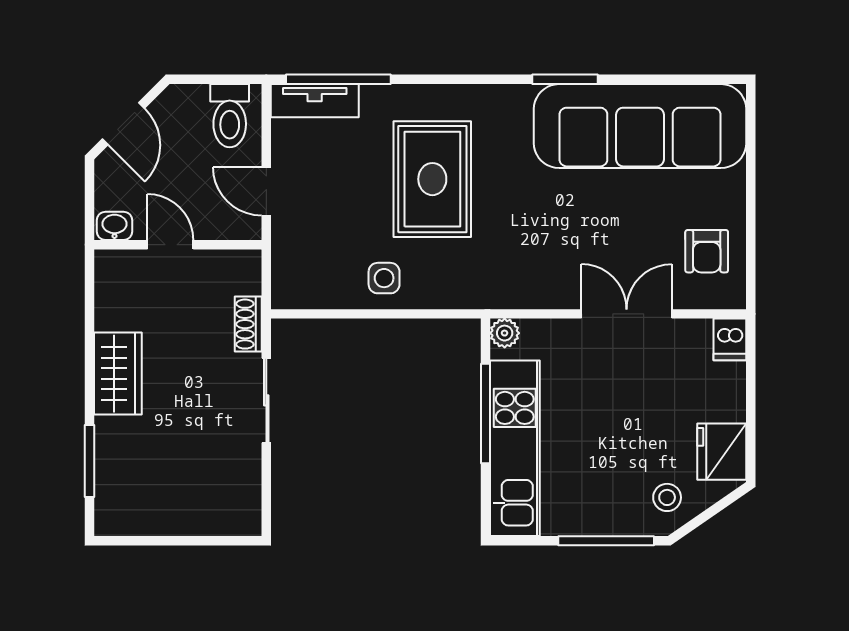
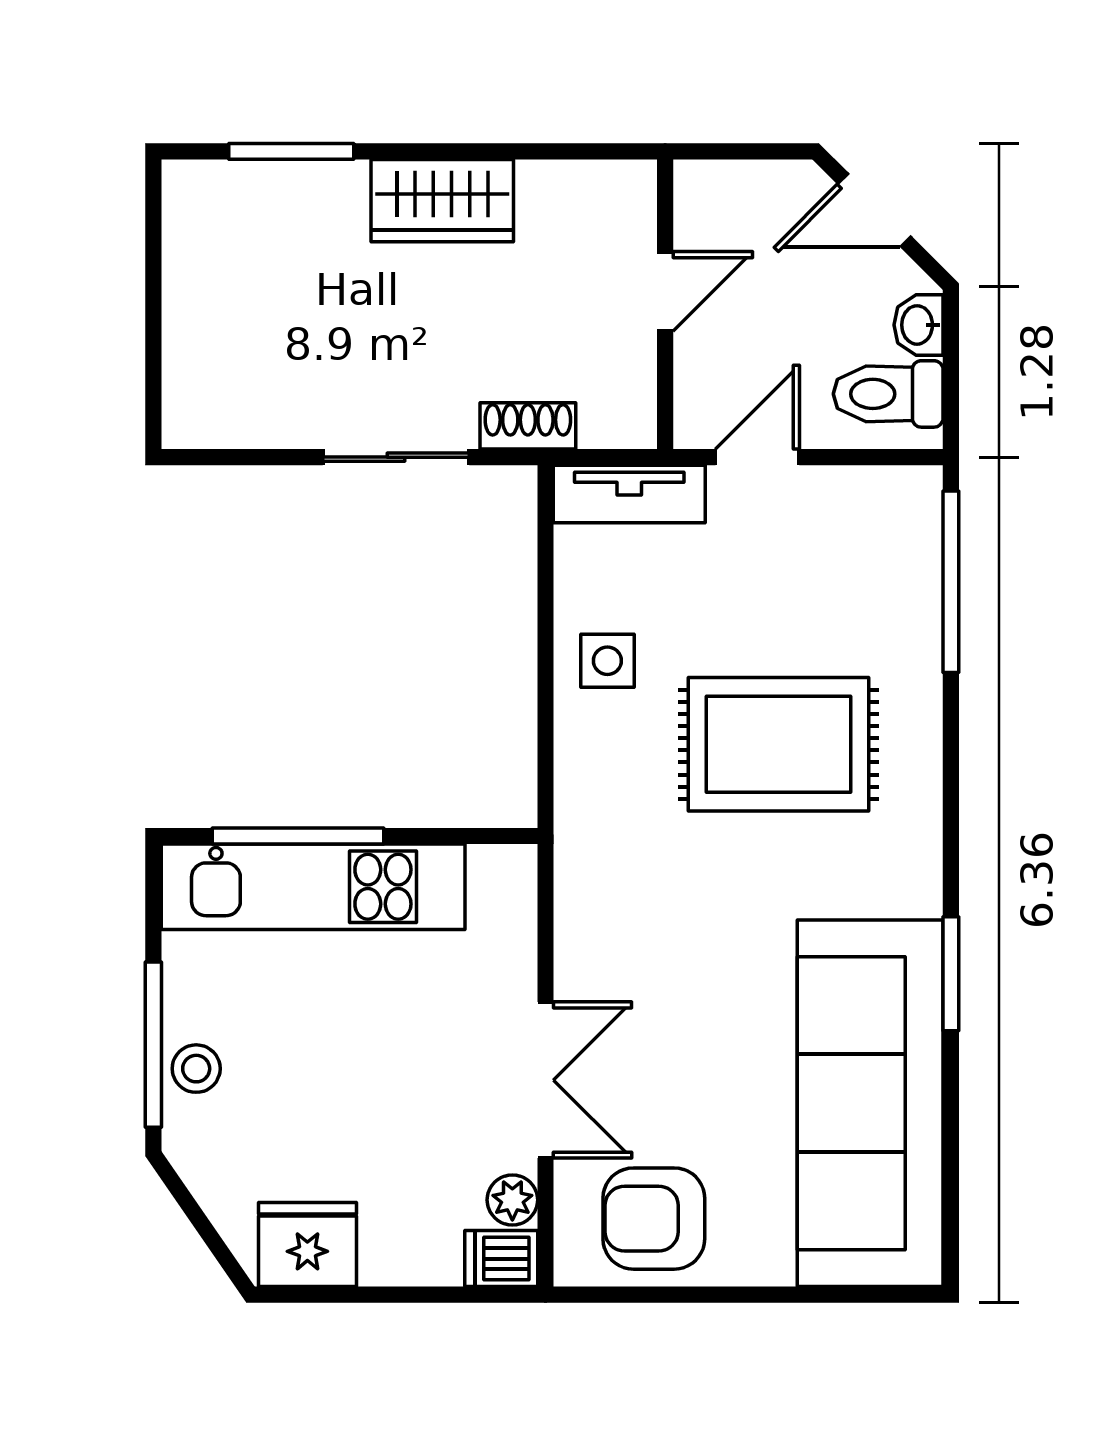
tv unit: (315, 101) -> (629, 494), moved, turned -90
washbasin: (114, 226) -> (919, 325), moved, turned 180
armchair: (707, 251) -> (654, 1219), width x1.38, depth x1.38
plant: (505, 333) -> (512, 1200), moved
window: (485, 414) -> (298, 836), moved
stool: (667, 497) -> (196, 1069), moved

